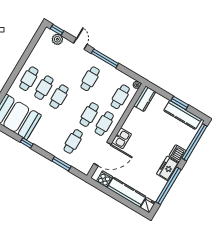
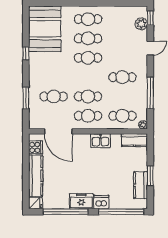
window: (105, 58) -> (150, 93), moved
kitchen counter: (183, 115) -> (141, 185), width x0.67
kitchen sink: (122, 138) -> (100, 141), moved

